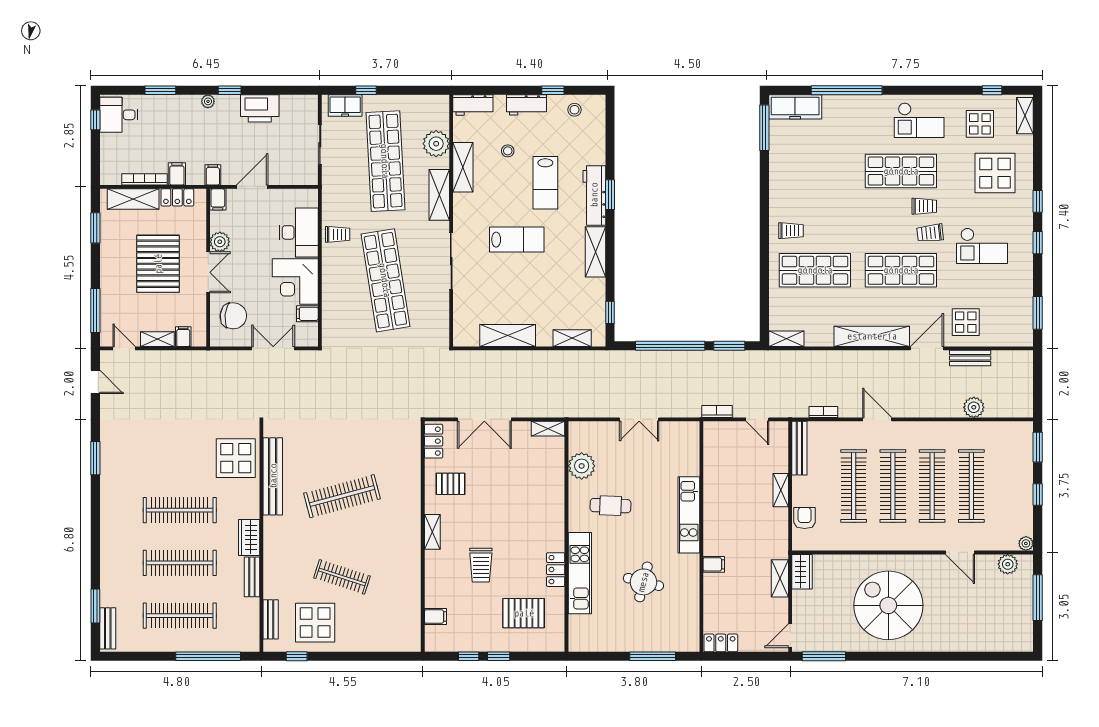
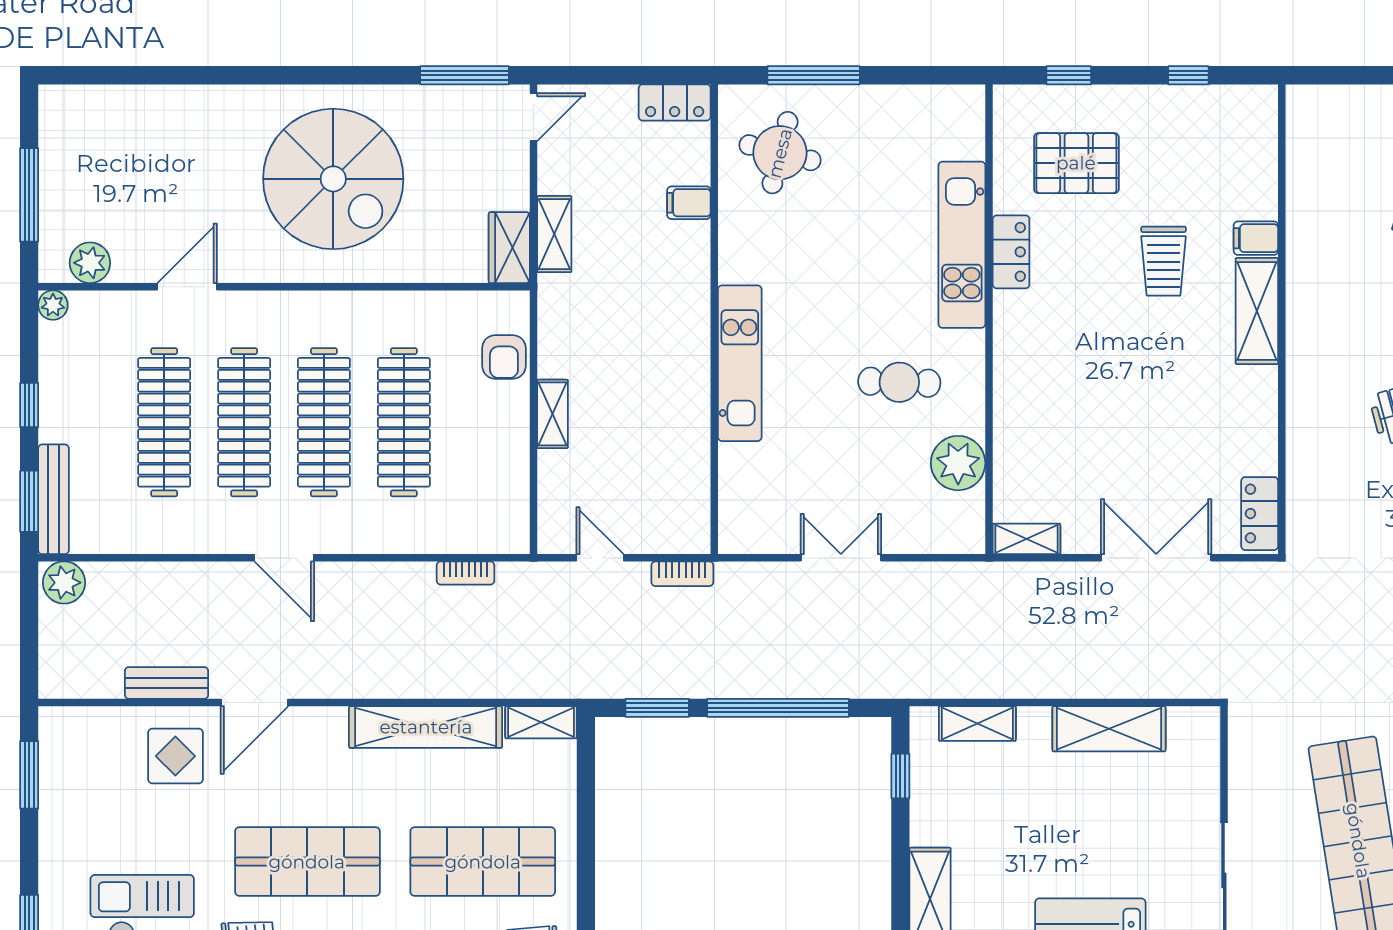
shelving: (872, 336) -> (426, 727), moved
plant: (974, 407) -> (64, 583), moved
door: (877, 419) -> (284, 558), moved
bench: (799, 448) -> (54, 499), moved
pallet: (450, 484) -> (1225, 427), removed
shelving: (432, 532) -> (1257, 311), width x1.50, depth x1.33
door: (960, 552) -> (187, 287), hinge flipped
filing cabinet: (714, 564) -> (689, 203), moved
trolley: (481, 565) -> (1164, 261), turned 180
round table: (643, 582) -> (780, 153), moved
filing cabinet: (435, 617) -> (1256, 238), moved
window: (499, 656) -> (1069, 75), moved

